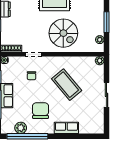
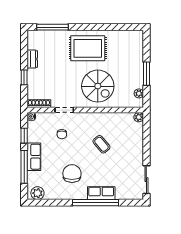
coffee table: (67, 85) -> (101, 144), width x0.54, depth x0.58
sliding door: (107, 95) -> (146, 180), moved
plant: (21, 128) -> (37, 193), moved
window: (27, 136) -> (95, 203), moved

